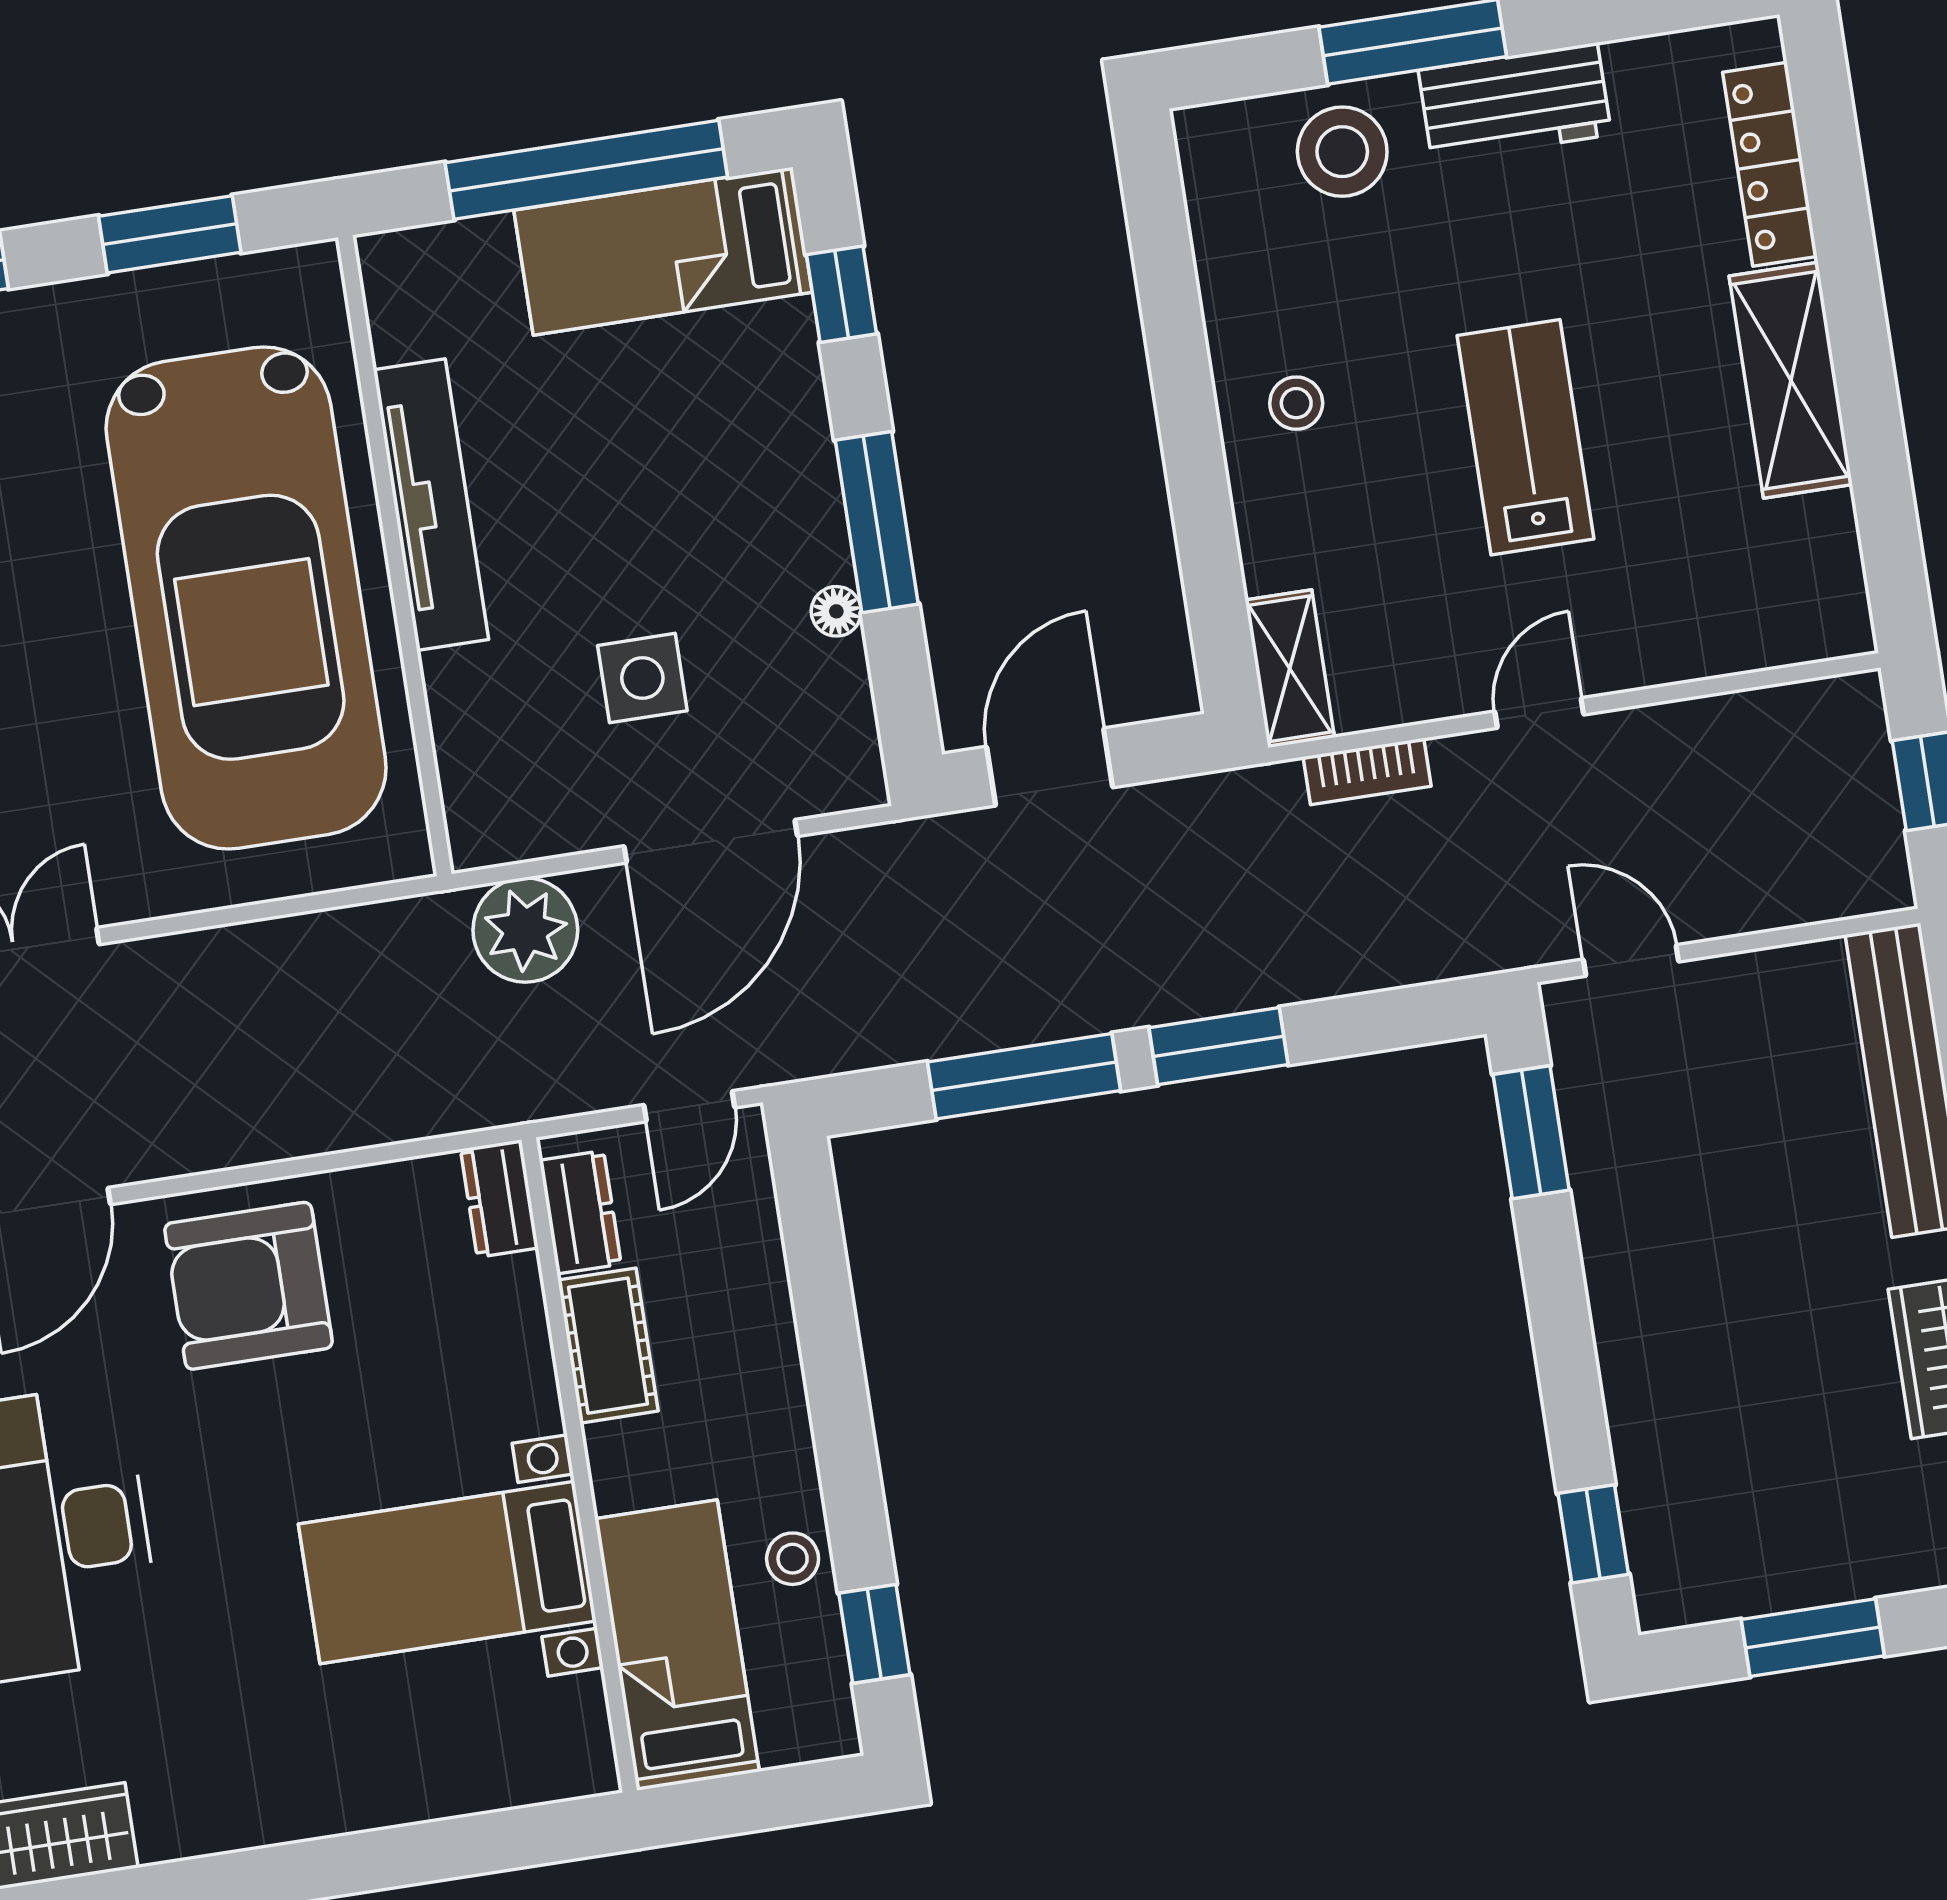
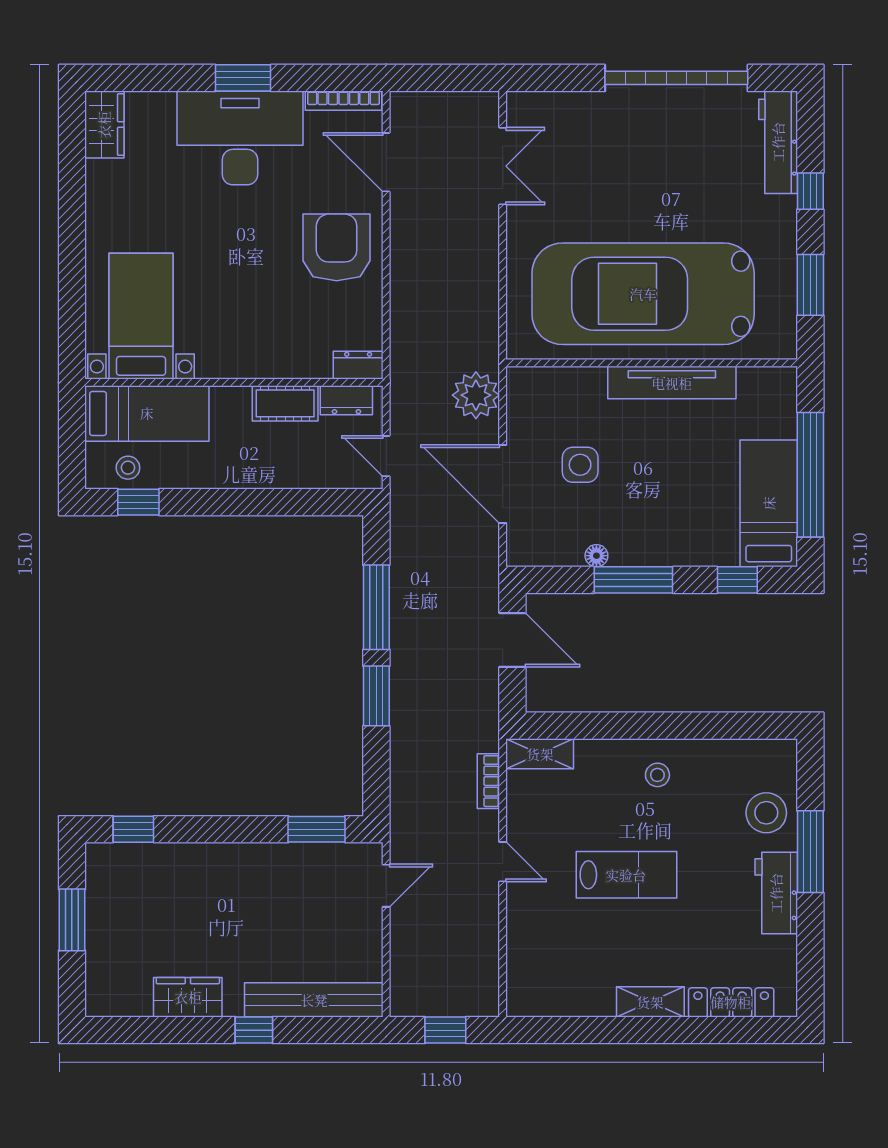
shelving: (1791, 380) -> (650, 1002), width x0.67, depth x0.75
stool: (793, 1559) -> (128, 468), moved
bed with nightstands: (447, 1572) -> (141, 316), moved

